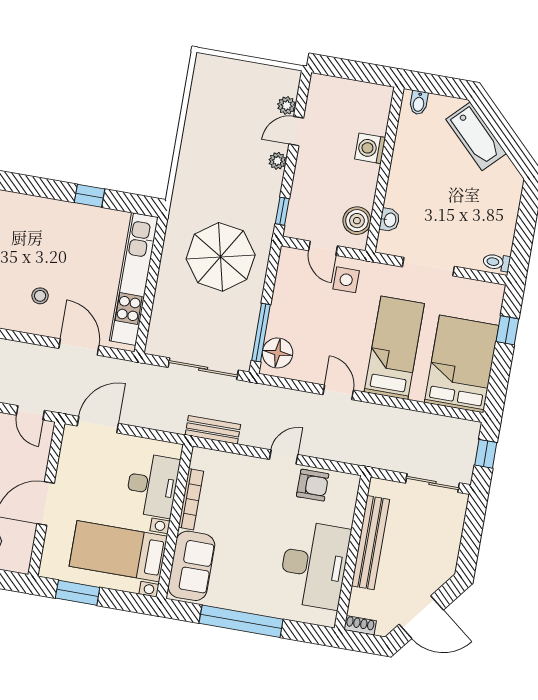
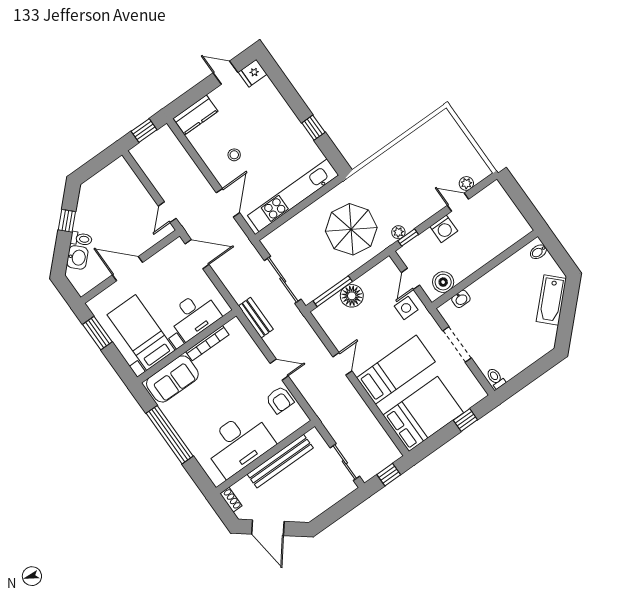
washing machine: (370, 148) -> (444, 229), moved, turned 180
plant: (277, 161) -> (398, 232), moved
floor lamp: (278, 353) -> (352, 296), moved

